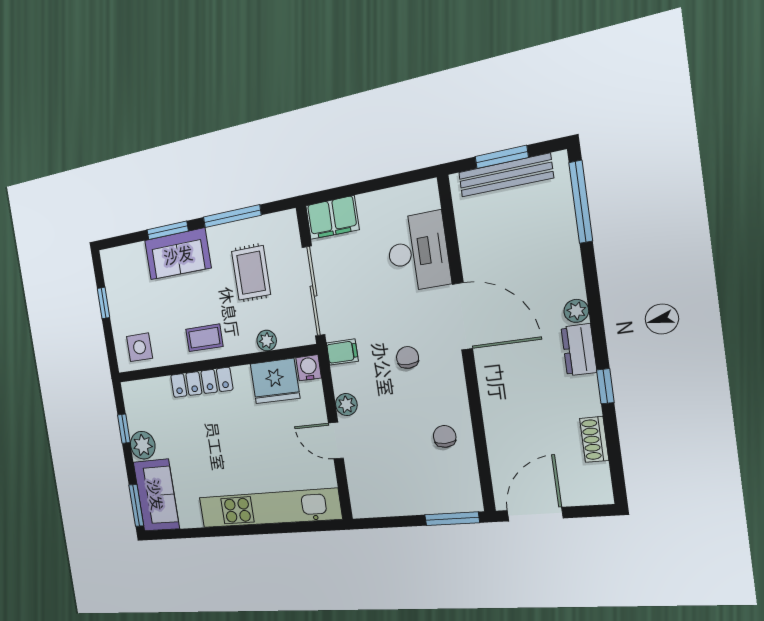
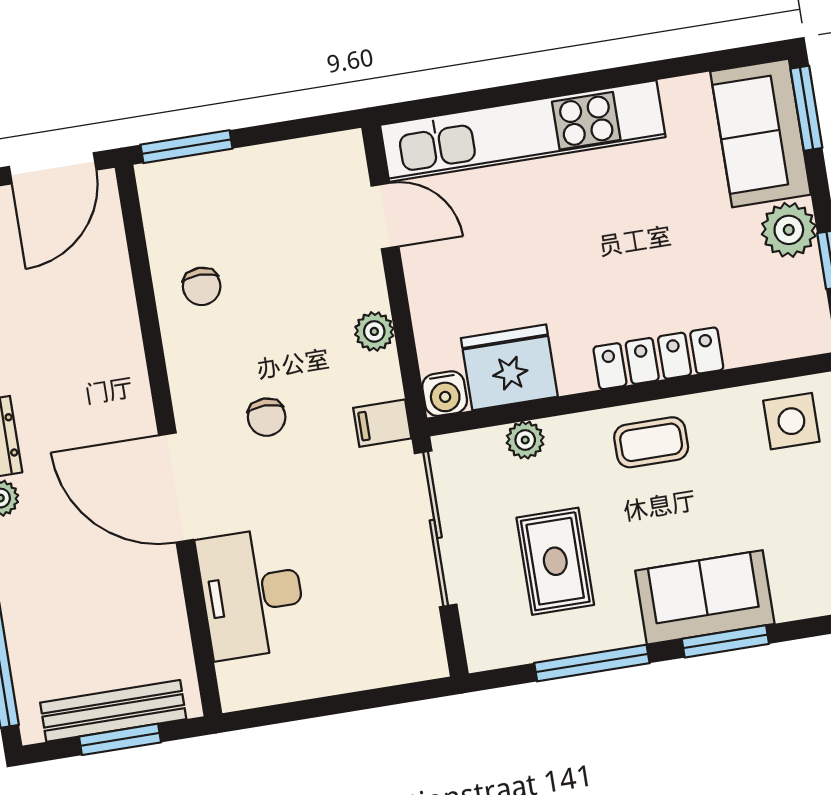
filing cabinet: (332, 218) -> (402, 654), removed
door: (336, 441) -> (385, 216), moved

